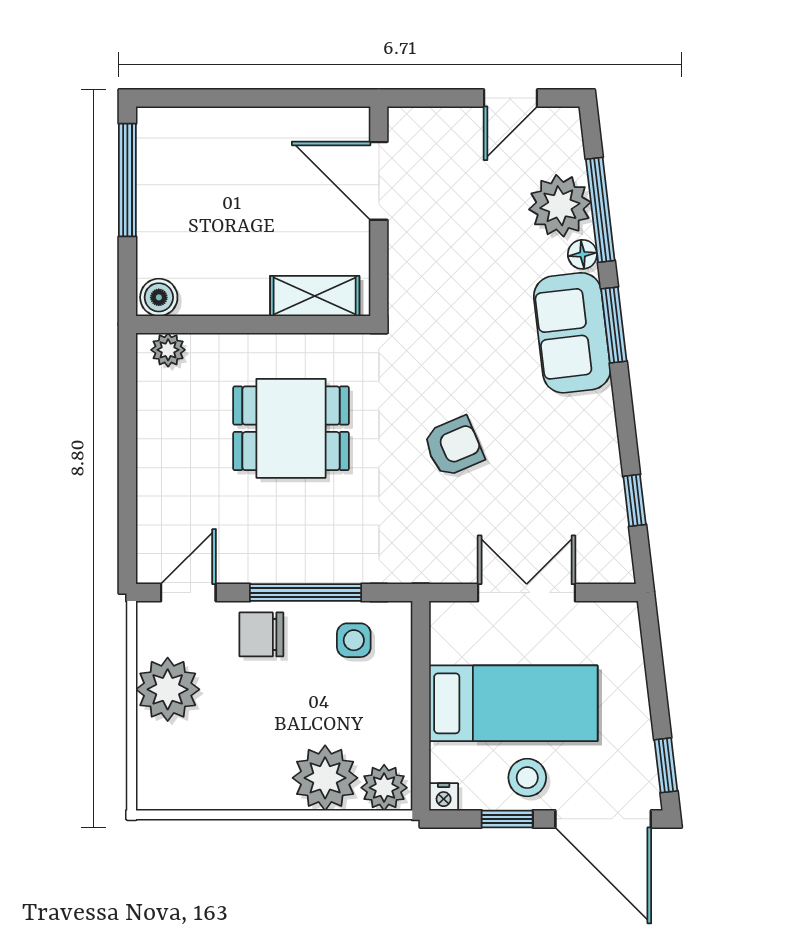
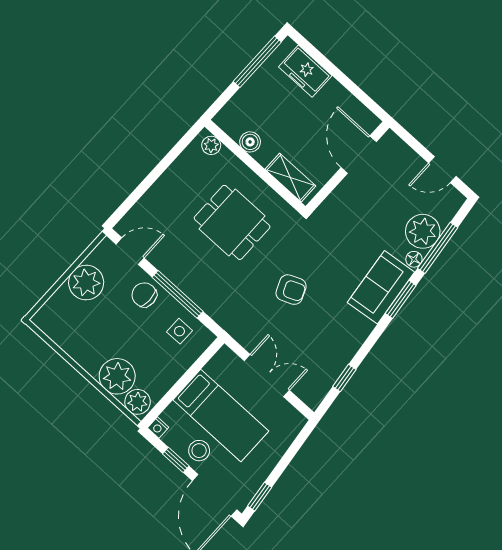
freezer: (204, 134) -> (305, 71), added
boiler: (159, 297) -> (250, 142), moved

